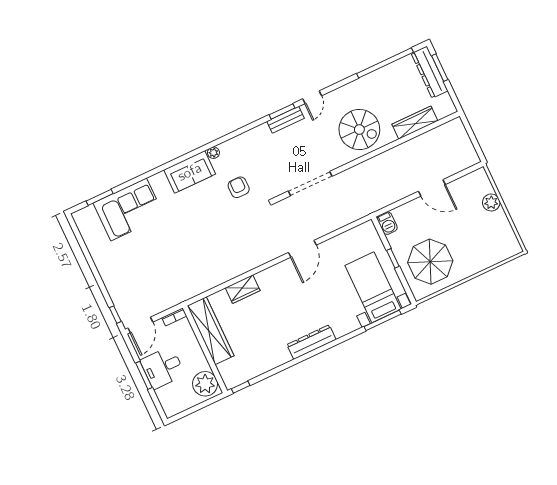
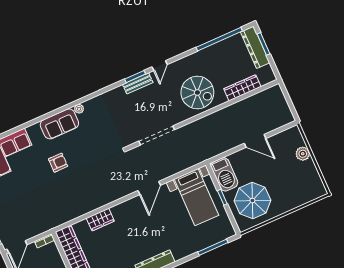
armchair: (239, 187) -> (58, 163), moved, turned 90
barbecue: (387, 223) -> (224, 174), width x1.88, depth x1.53
bed with nightstands: (373, 287) -> (196, 197), moved, turned 180

